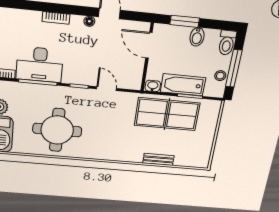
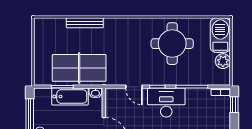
desk: (40, 65) -> (166, 103), moved
stool: (220, 76) -> (40, 108), removed
bench: (158, 159) -> (85, 23), width x1.36

